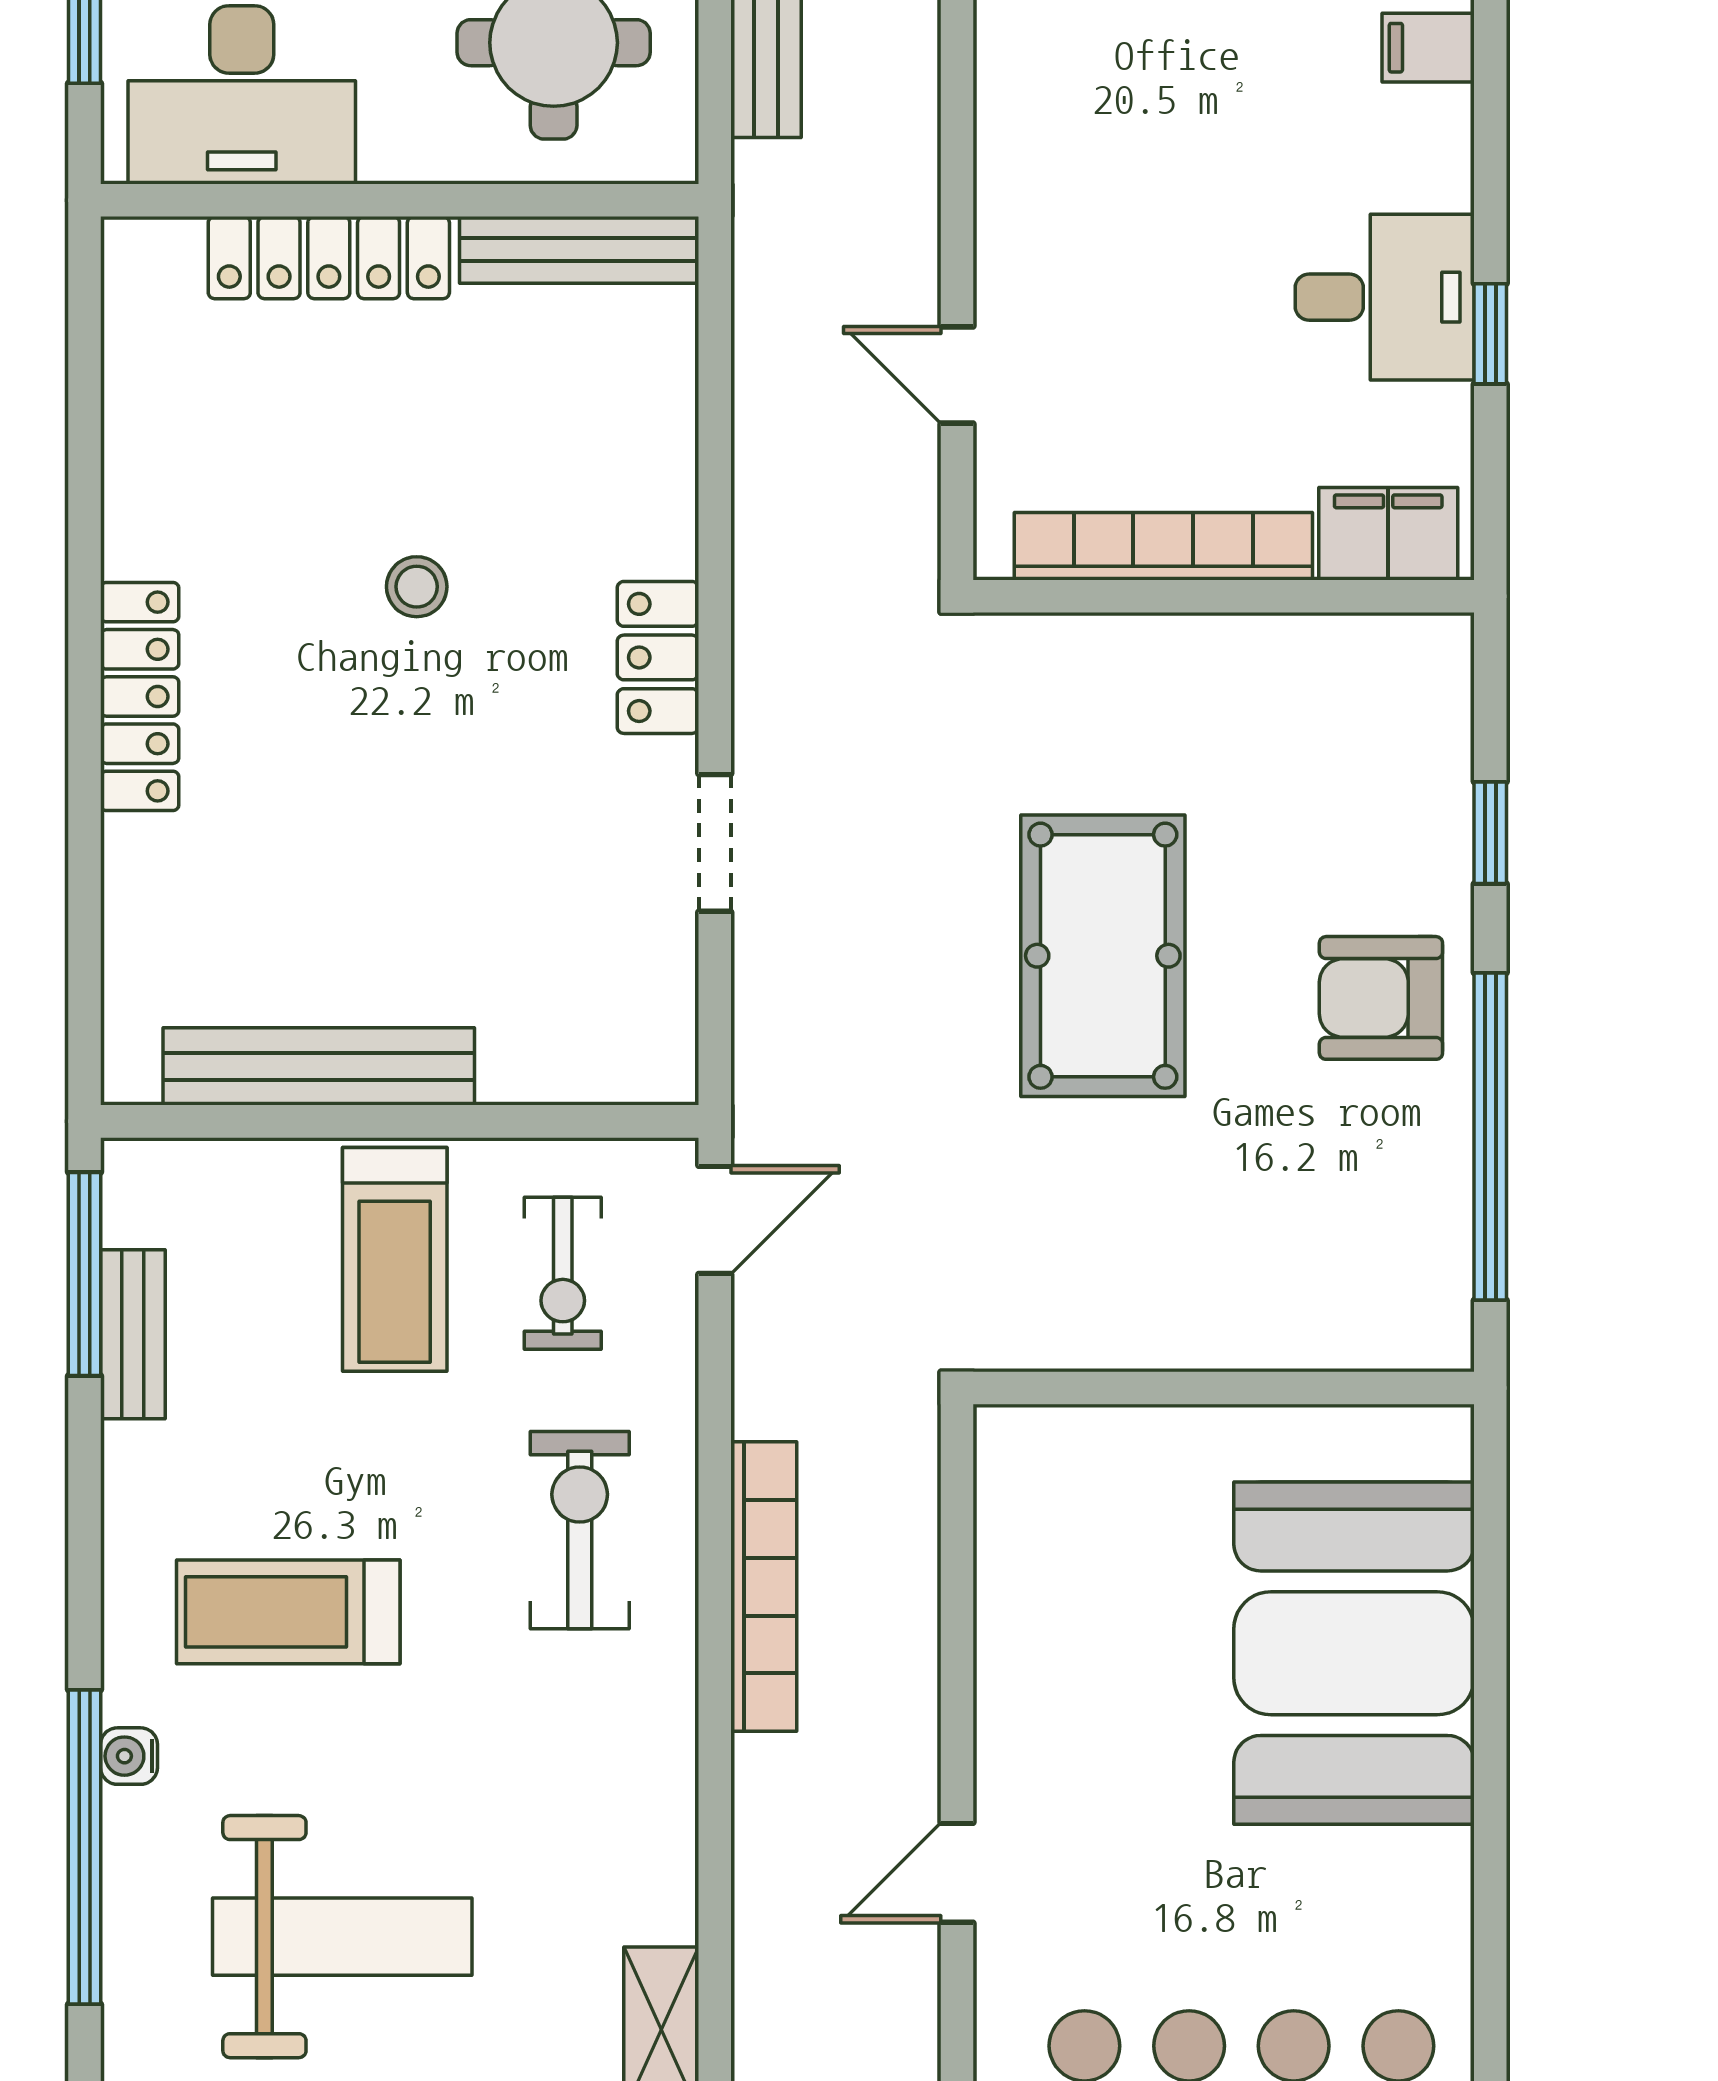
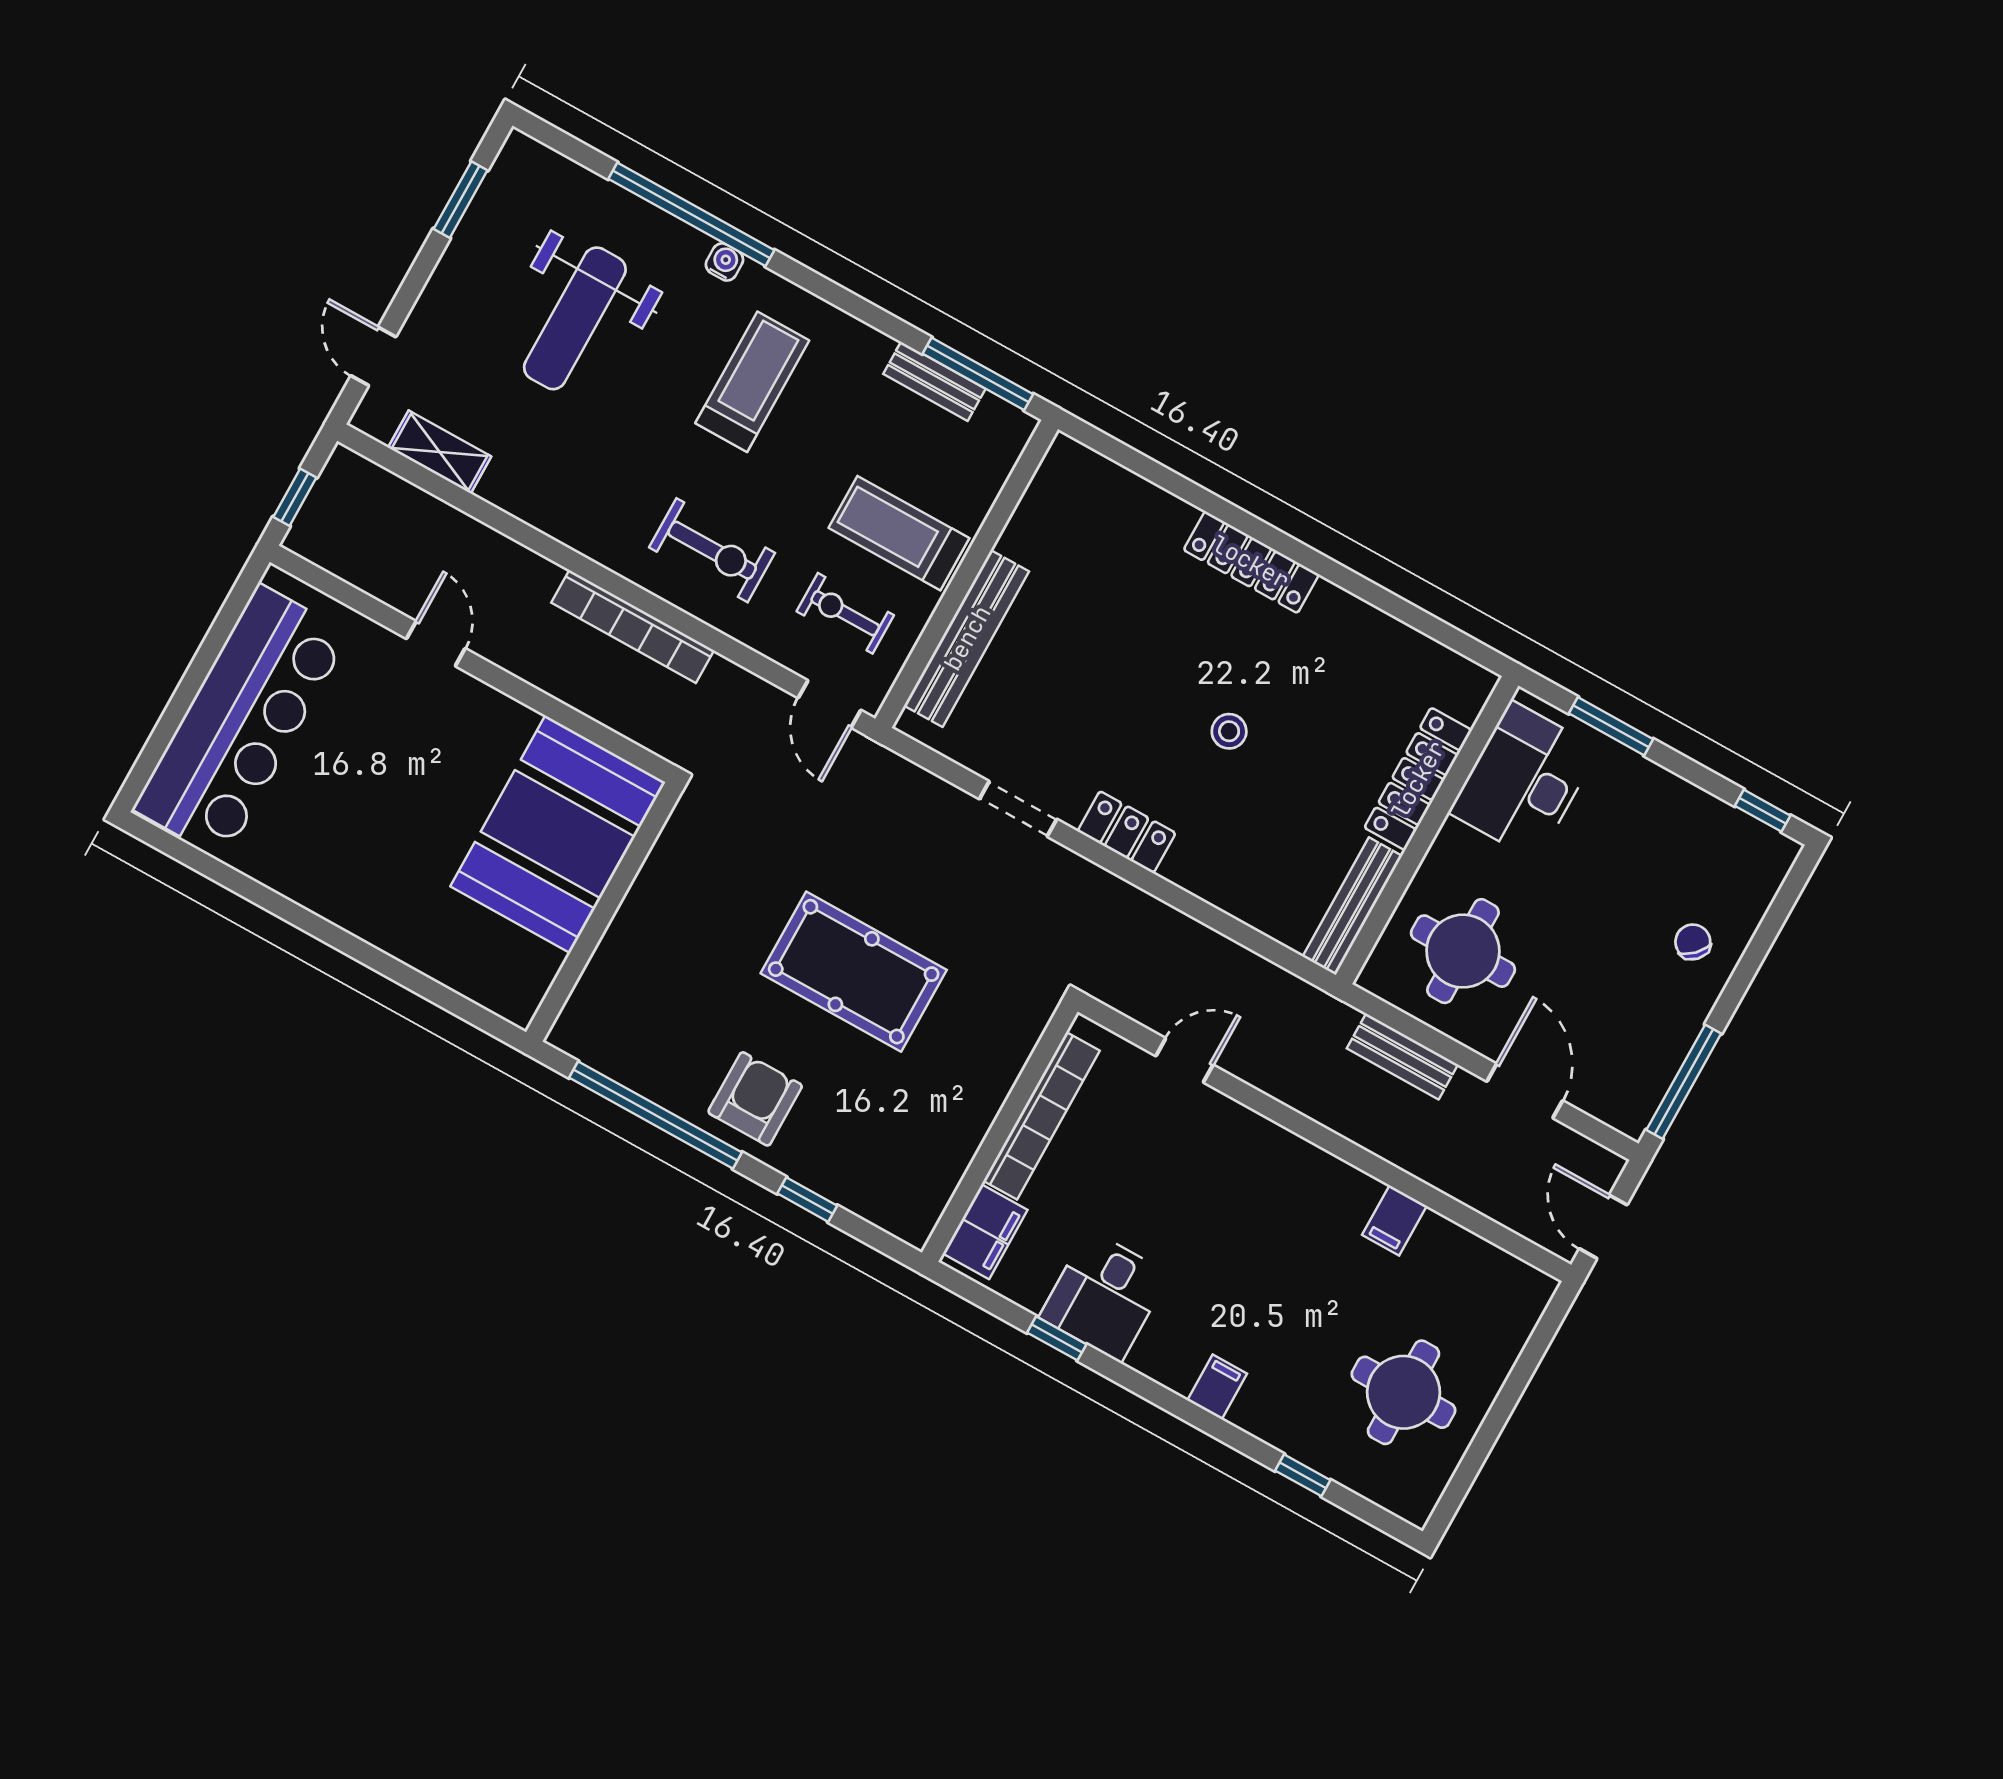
bench: (319, 1066) -> (967, 638), moved
booth: (1354, 1653) -> (558, 834), moved, turned 90

